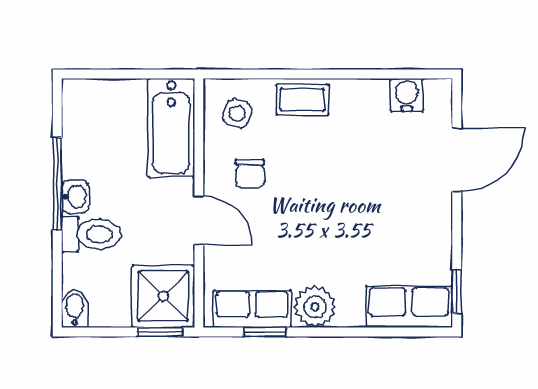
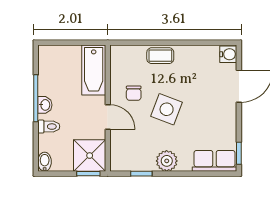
water cooler: (407, 95) -> (228, 54), moved, turned 90
side table: (237, 113) -> (167, 109), moved, width x1.87, depth x1.87
toilet: (91, 234) -> (49, 127), width x0.73, depth x0.72
row of seats: (252, 309) -> (135, 162), removed

